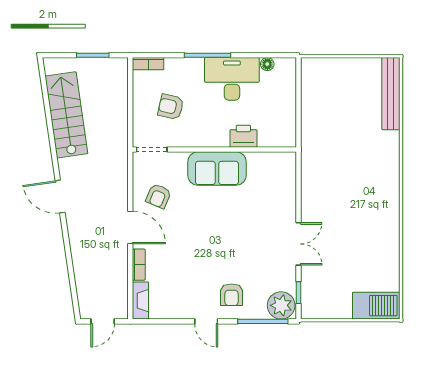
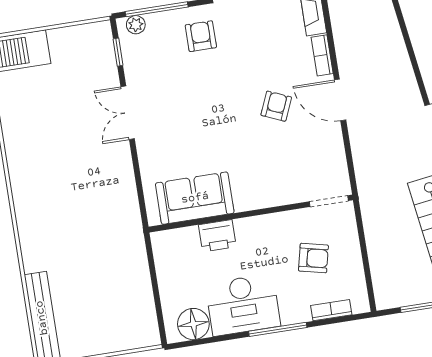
bookcase: (148, 64) -> (331, 310), moved
floor lamp: (267, 64) -> (193, 324), width x1.89, depth x1.89
sofa: (217, 169) -> (195, 198), moved
armchair: (158, 196) -> (276, 106), moved
plant: (281, 305) -> (136, 25), width x0.53, depth x0.53

